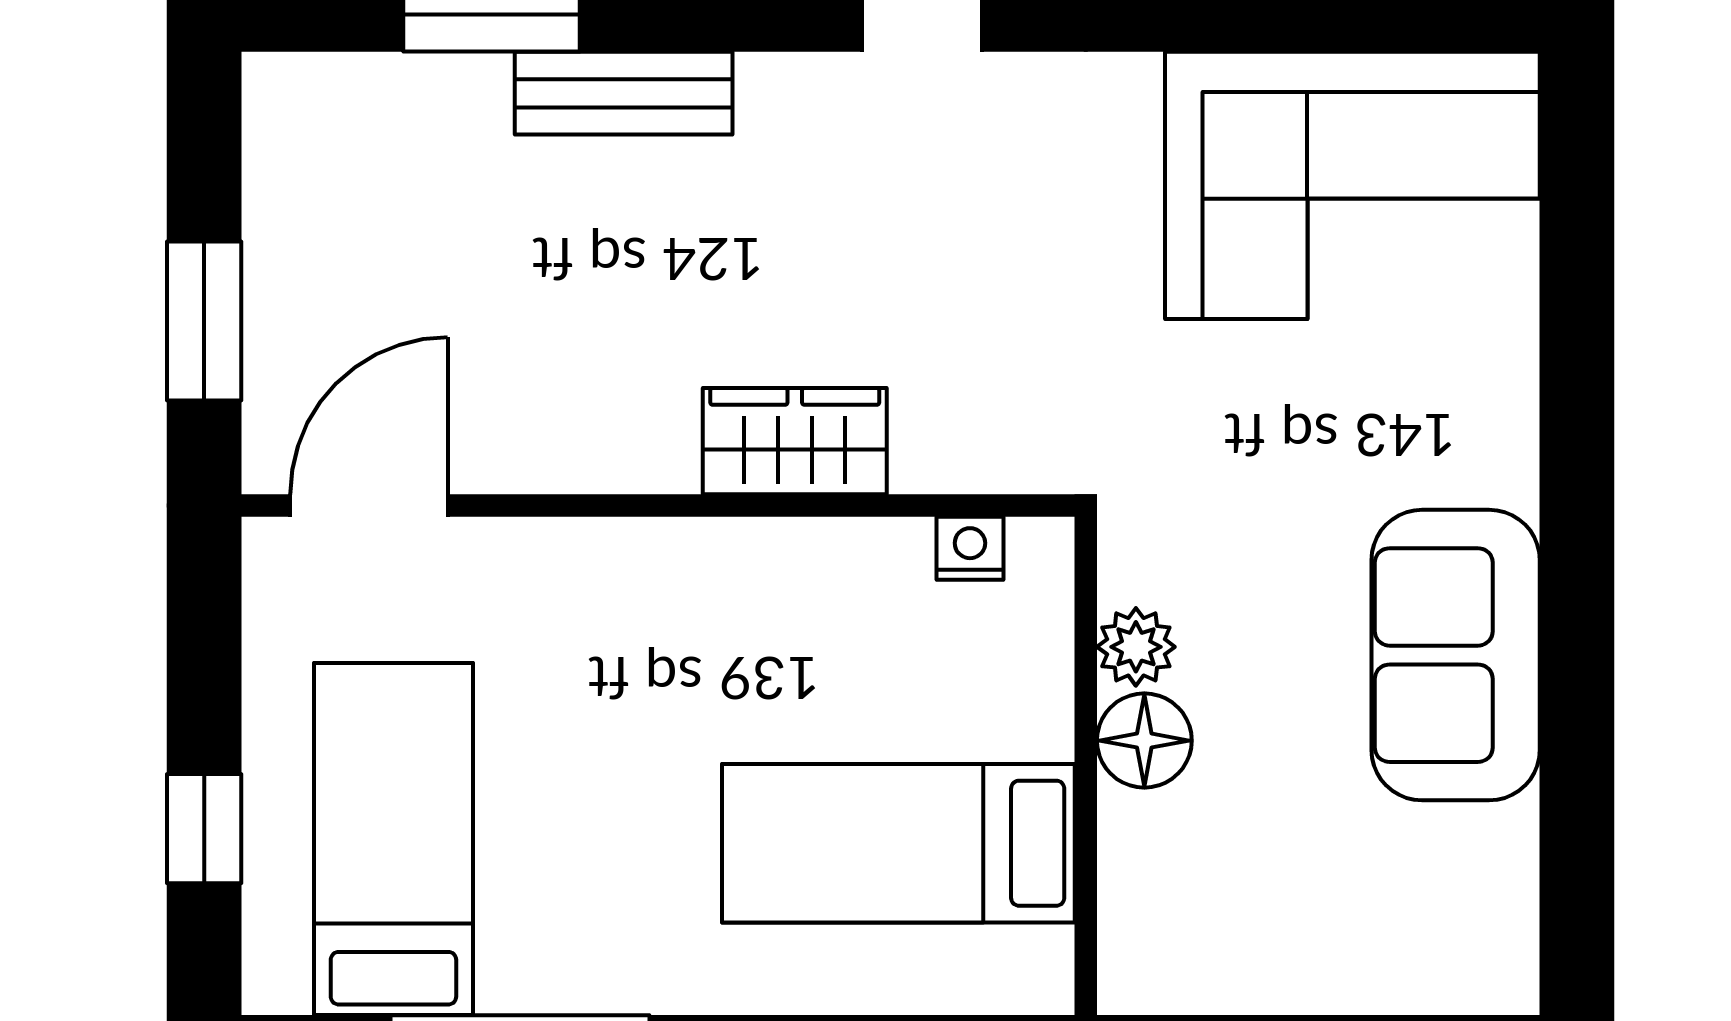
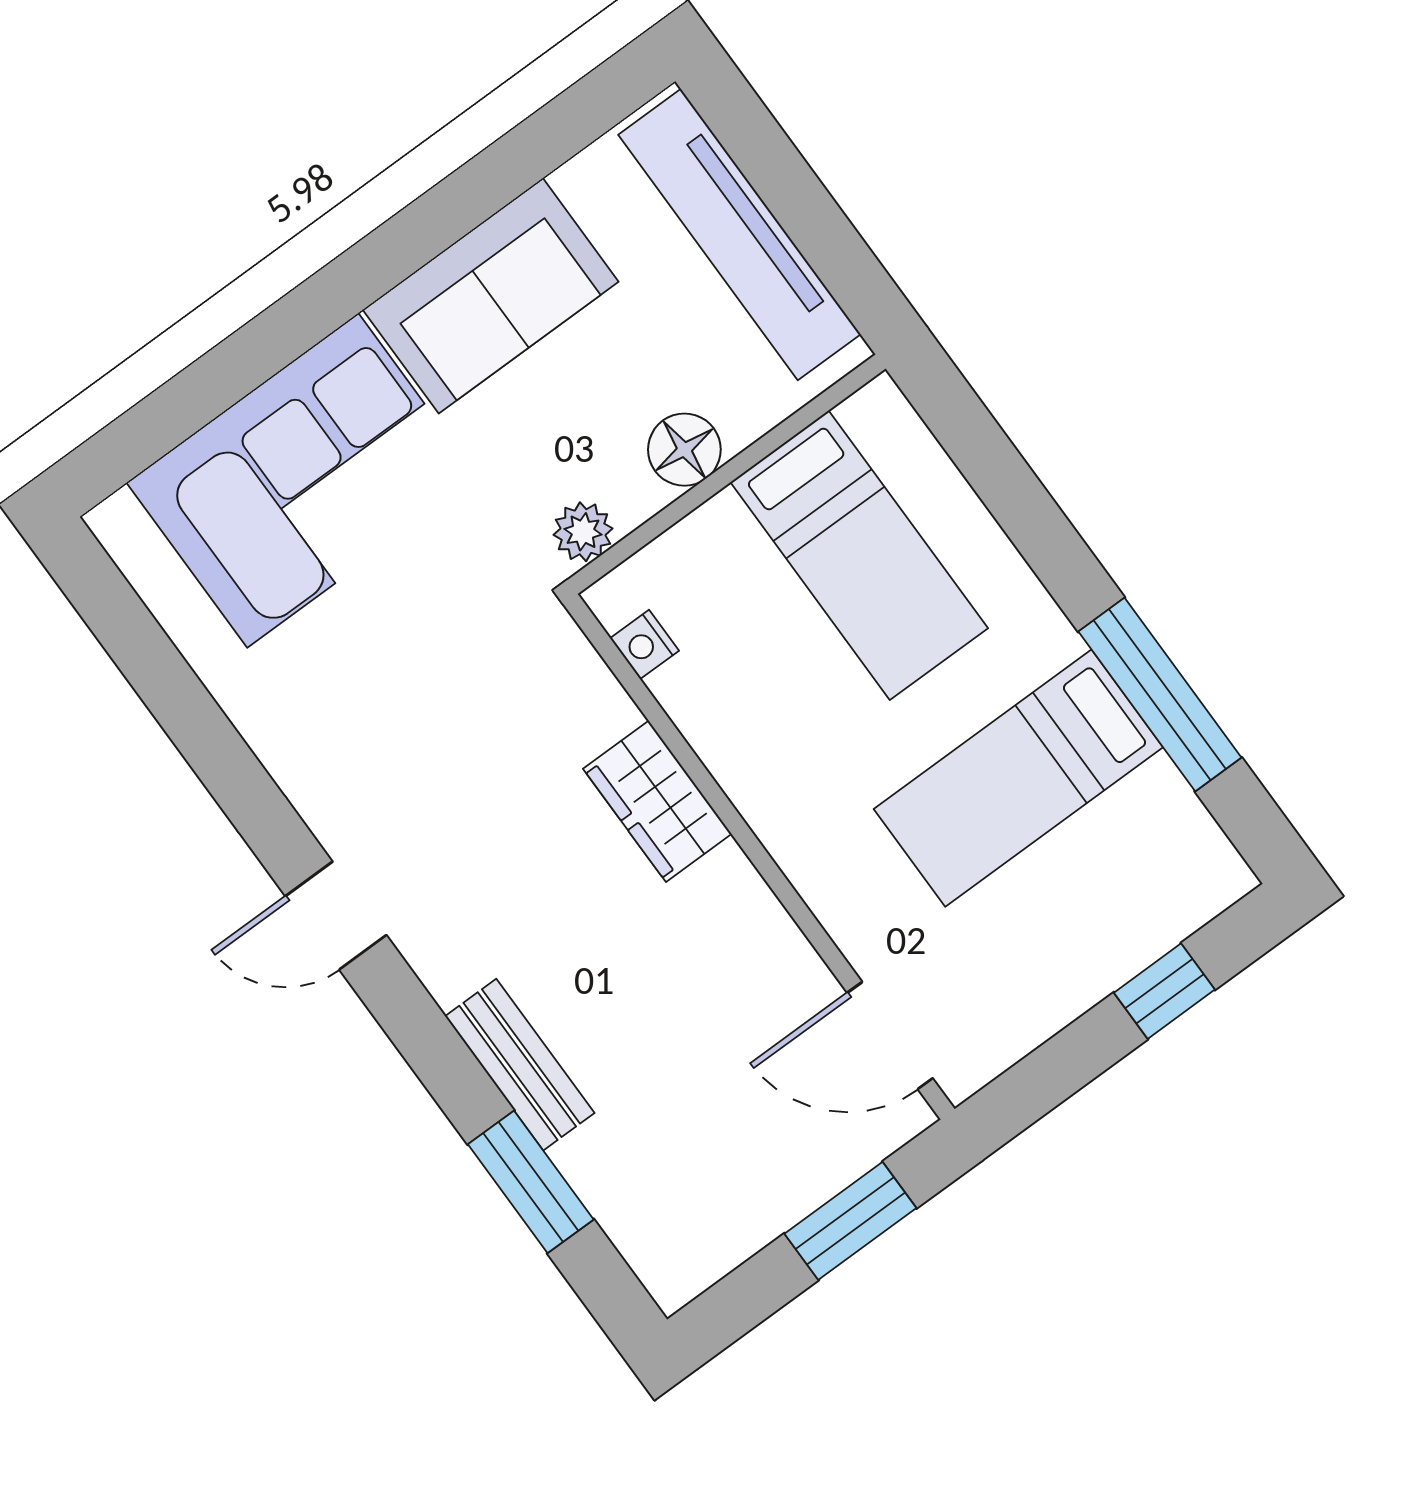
corner sofa: (1352, 185) -> (303, 480), moved, turned 90
plant: (1136, 647) -> (583, 532), moved
bed: (393, 839) -> (1018, 778), moved
tv unit: (1328, 964) -> (739, 234), added

